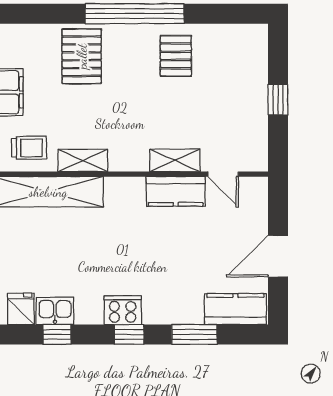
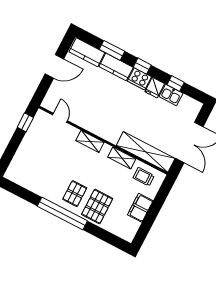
pallet: (176, 56) -> (75, 194), moved
window: (278, 100) -> (25, 122), moved
shelving: (175, 160) -> (90, 141), moved
kitchen counter: (176, 191) -> (116, 67), moved, turned 180
fridge: (21, 309) -> (155, 88), moved

